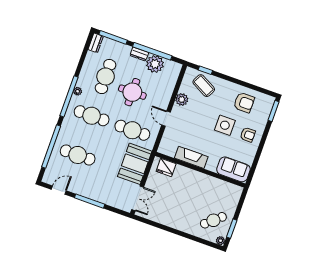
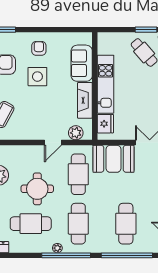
plant: (182, 100) -> (76, 133), moved
sofa: (233, 169) -> (82, 63), moved
kitchen unit: (199, 179) -> (106, 84), added

